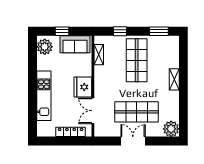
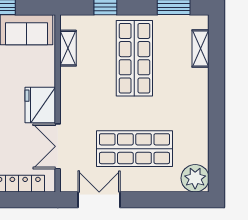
shelving: (174, 79) -> (200, 48), moved
double door: (133, 141) -> (99, 200), moved

